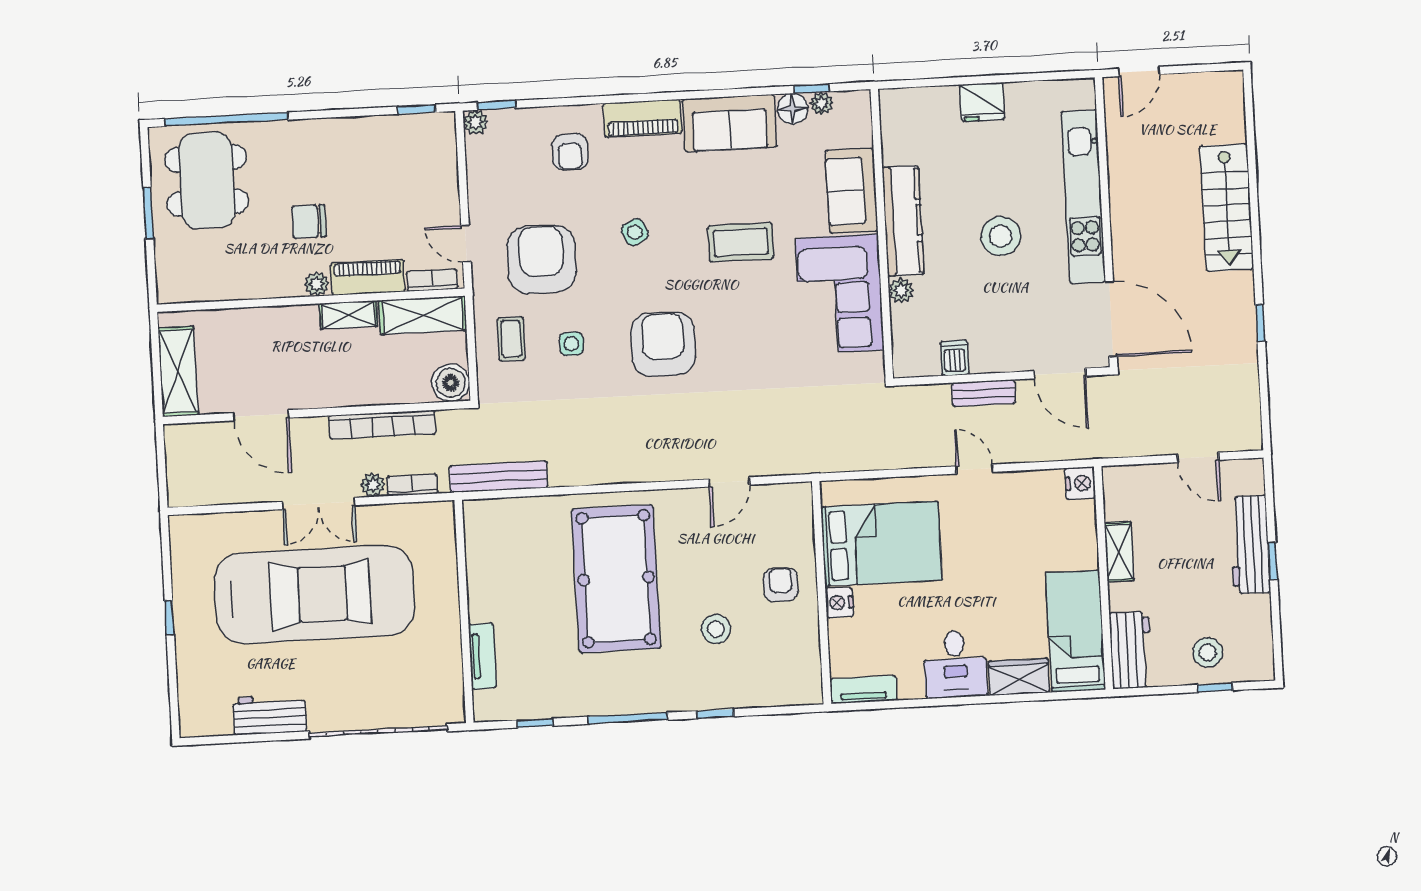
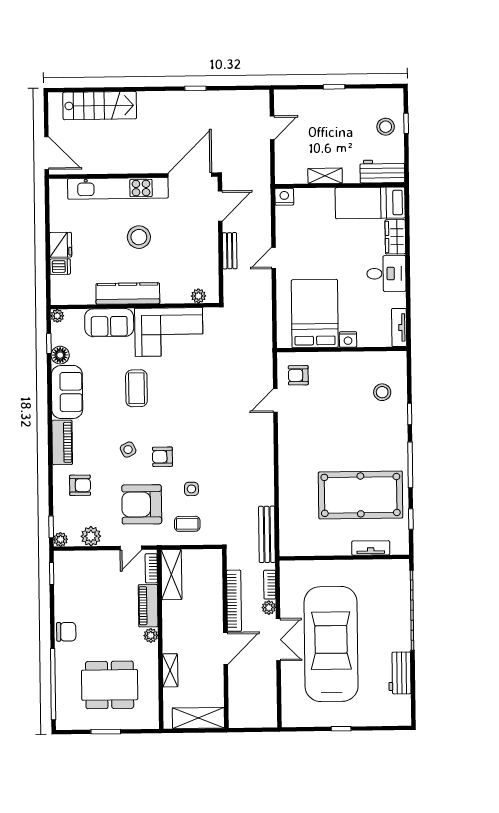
door: (1139, 71) -> (47, 153), width x1.38
plant: (821, 103) -> (57, 316), moved
plant: (483, 174) -> (91, 536), added
dining table: (207, 181) -> (110, 685), moved
stairs: (1227, 208) -> (100, 106), moved
chair: (309, 222) -> (66, 632), moved, turned -90
plant: (901, 291) -> (198, 296), moved
shelving: (348, 315) -> (170, 670), moved
armchair: (663, 344) -> (162, 457), moved, width x0.53, depth x0.53
dishwasher: (955, 358) -> (60, 267), moved, turned 180
boiler: (451, 383) -> (211, 560), removed
door: (261, 415) -> (225, 648), moved
door: (729, 482) -> (275, 401), swing flipped
workbench: (1250, 544) -> (324, 100), removed
pool table: (616, 579) -> (361, 495), moved
armchair: (781, 585) -> (298, 375), moved
stool: (716, 629) -> (382, 392), moved

